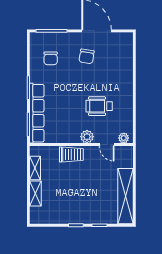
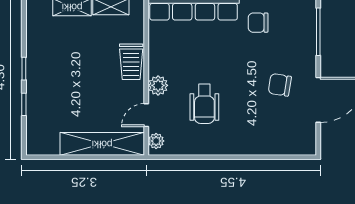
chair: (51, 58) -> (258, 23), moved
wheelchair: (99, 106) -> (204, 104), turned 180
shelving: (126, 196) -> (102, 144), moved

